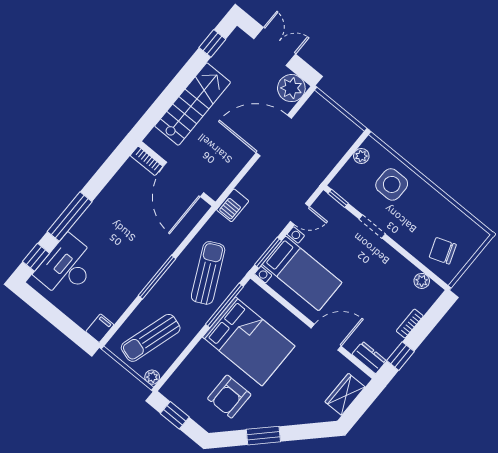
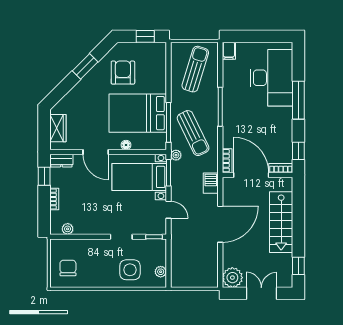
double door: (275, 47) -> (261, 293), swing flipped
door: (274, 136) -> (220, 224), moved
door: (300, 214) -> (168, 210), swing flipped
bookcase: (196, 215) -> (227, 161), added
chair: (443, 251) -> (68, 268), moved, turned -70
window: (36, 257) -> (298, 151), moved
desk: (67, 267) -> (271, 78), width x1.36, depth x1.30
floor lamp: (288, 318) -> (126, 145), added
door: (326, 337) -> (96, 152), hinge flipped
plant: (152, 377) -> (176, 155), moved

